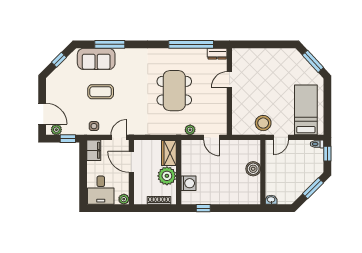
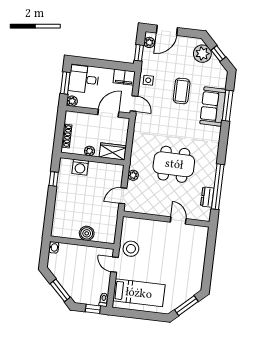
dresser: (217, 54) -> (207, 197), moved
sofa: (96, 59) -> (213, 107), moved
plant: (61, 76) -> (202, 54), added
plant: (167, 176) -> (90, 151), width x0.53, depth x0.53
window: (107, 208) -> (65, 83), added

